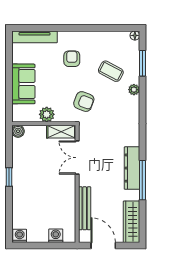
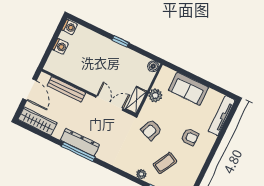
window: (142, 180) -> (78, 152), moved
washing machine: (56, 236) -> (60, 46), moved
door: (103, 246) -> (30, 90), hinge flipped

